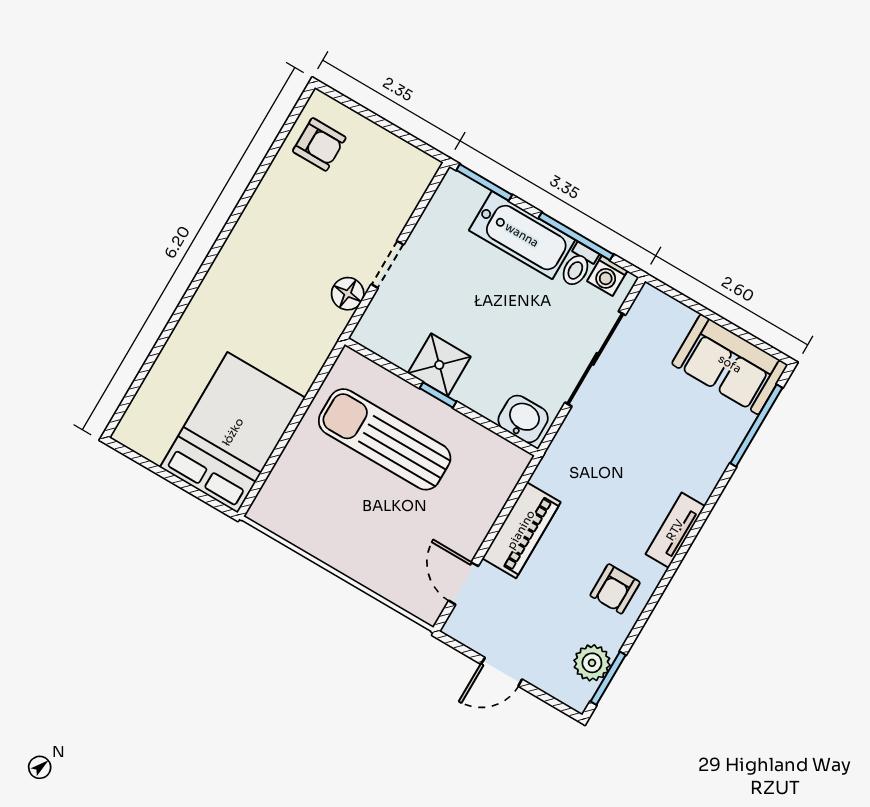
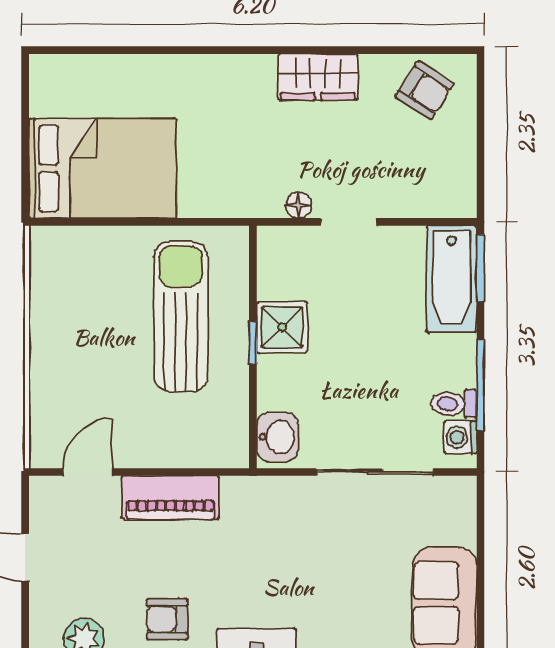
armchair: (319, 144) -> (425, 90), turned -57
wardrobe: (260, 222) -> (318, 77), added
bathtub: (522, 235) -> (452, 279), moved
floor lamp: (348, 294) -> (299, 205), width x0.73, depth x0.73

